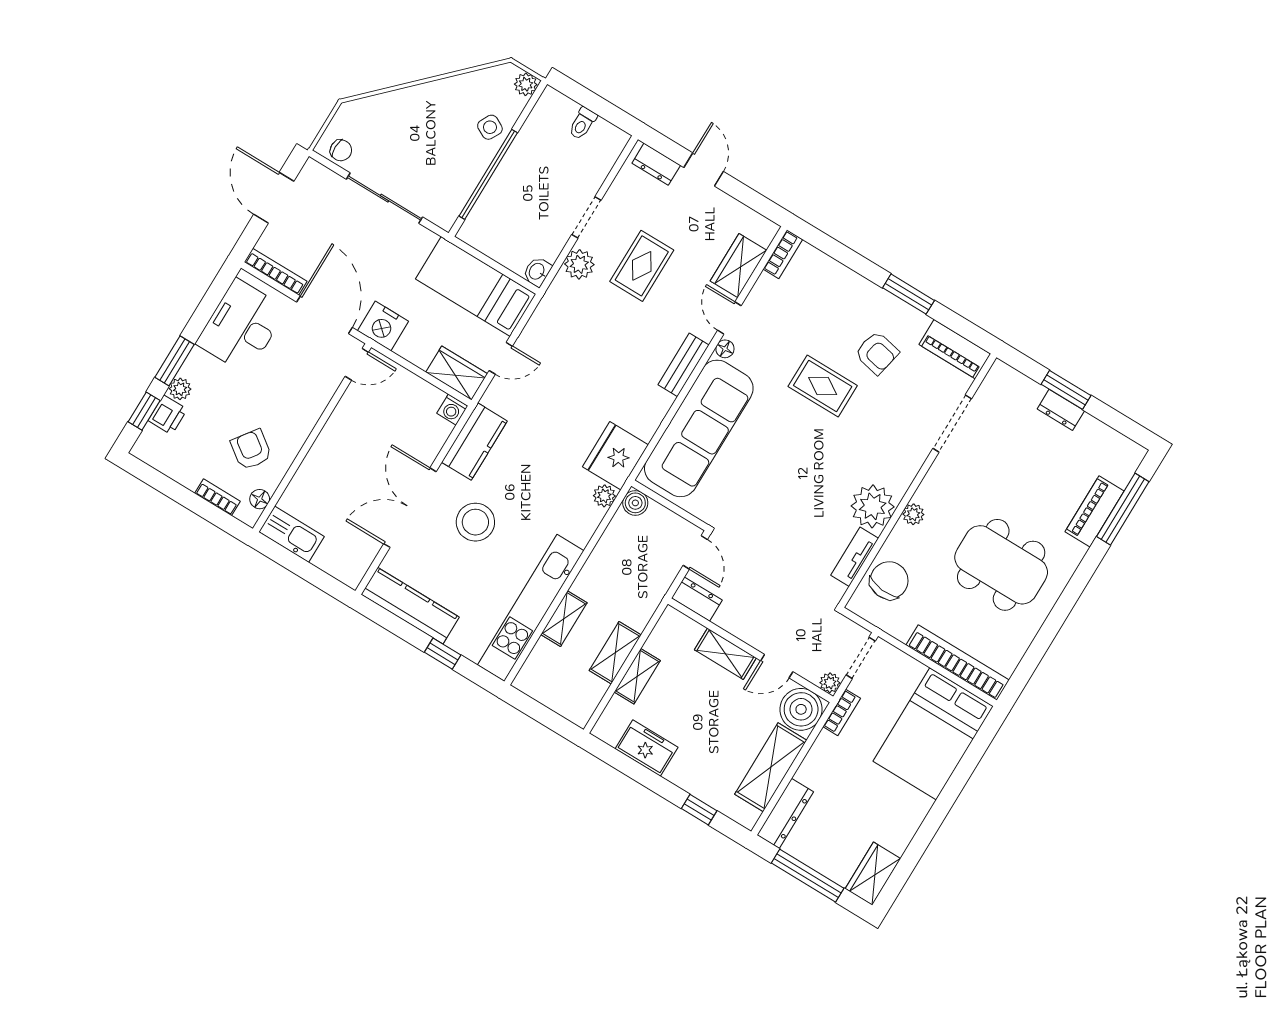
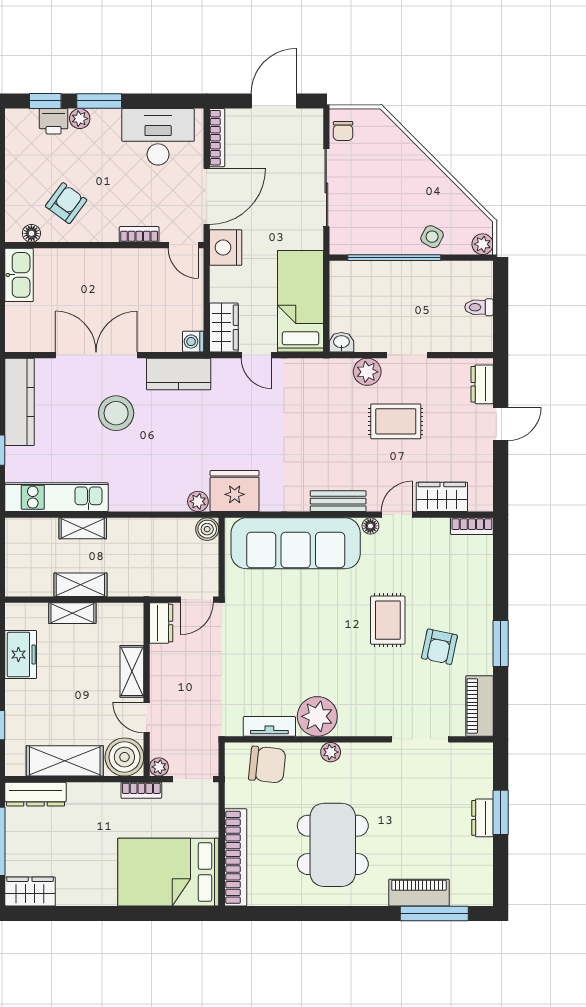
bookcase: (218, 497) -> (139, 234), moved, turned -90
kitchen unit: (531, 608) -> (56, 497), width x0.73

